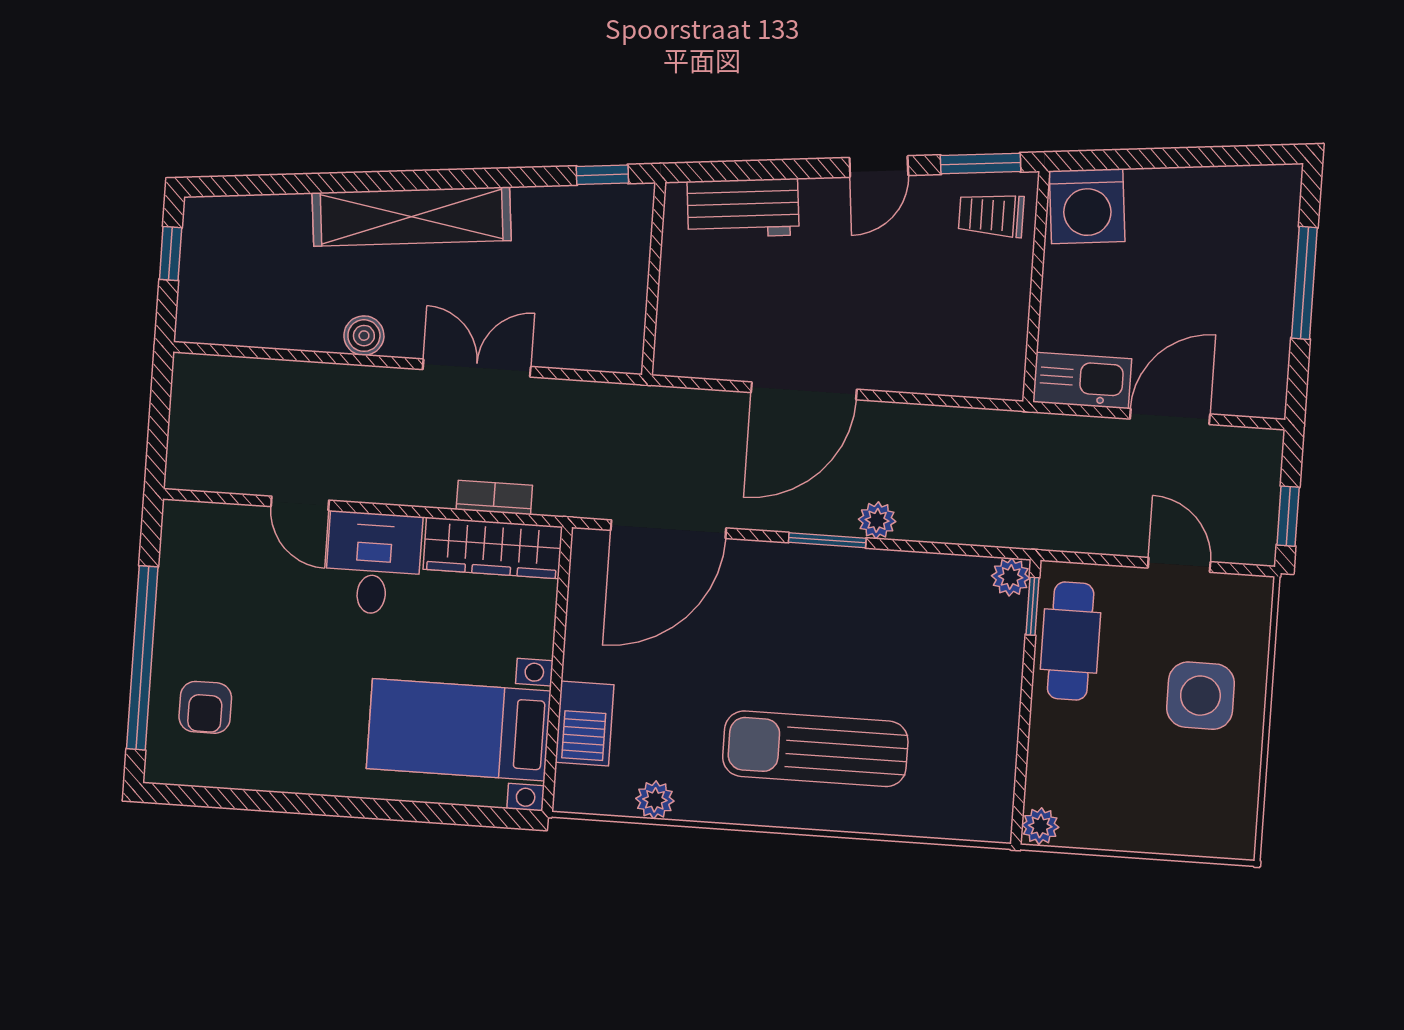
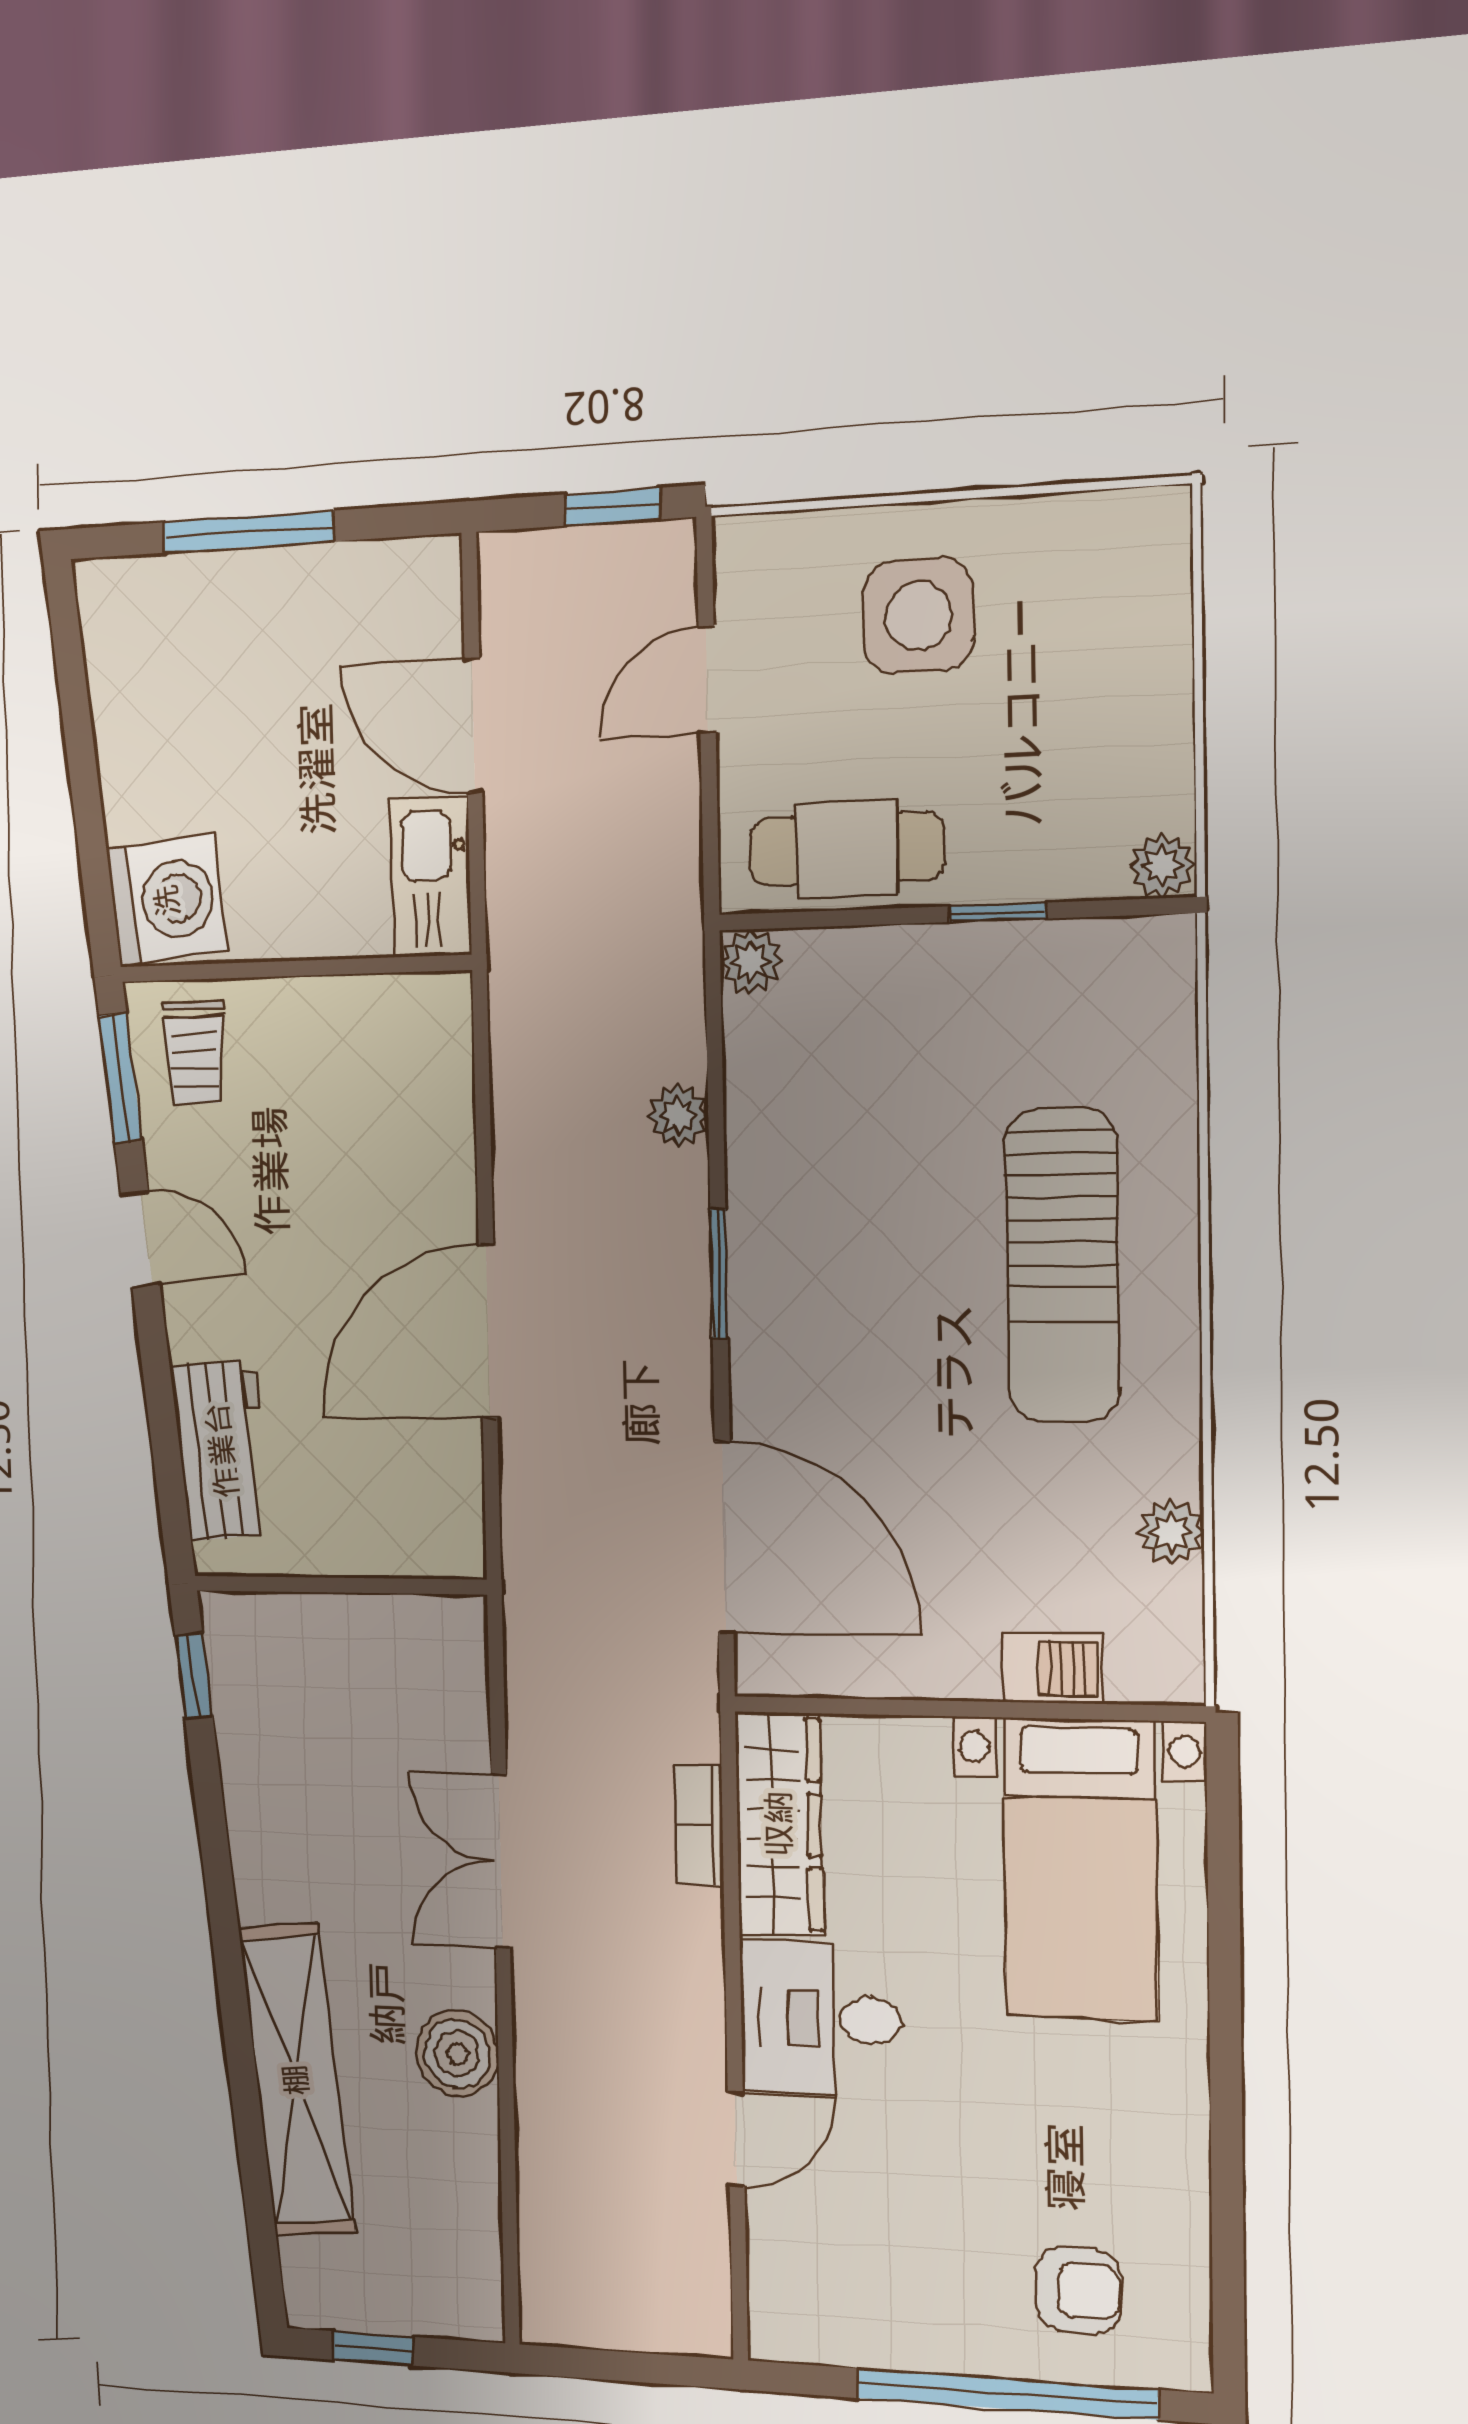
shelving: (412, 217) -> (296, 2080), moved
boiler: (364, 336) -> (457, 2053), width x1.36, depth x1.36
door: (804, 391) -> (488, 1331), swing flipped
plant: (877, 520) -> (678, 1116), moved
window: (1032, 606) -> (997, 912), moved
barbecue: (585, 723) -> (1053, 1668), width x0.73, depth x0.79

